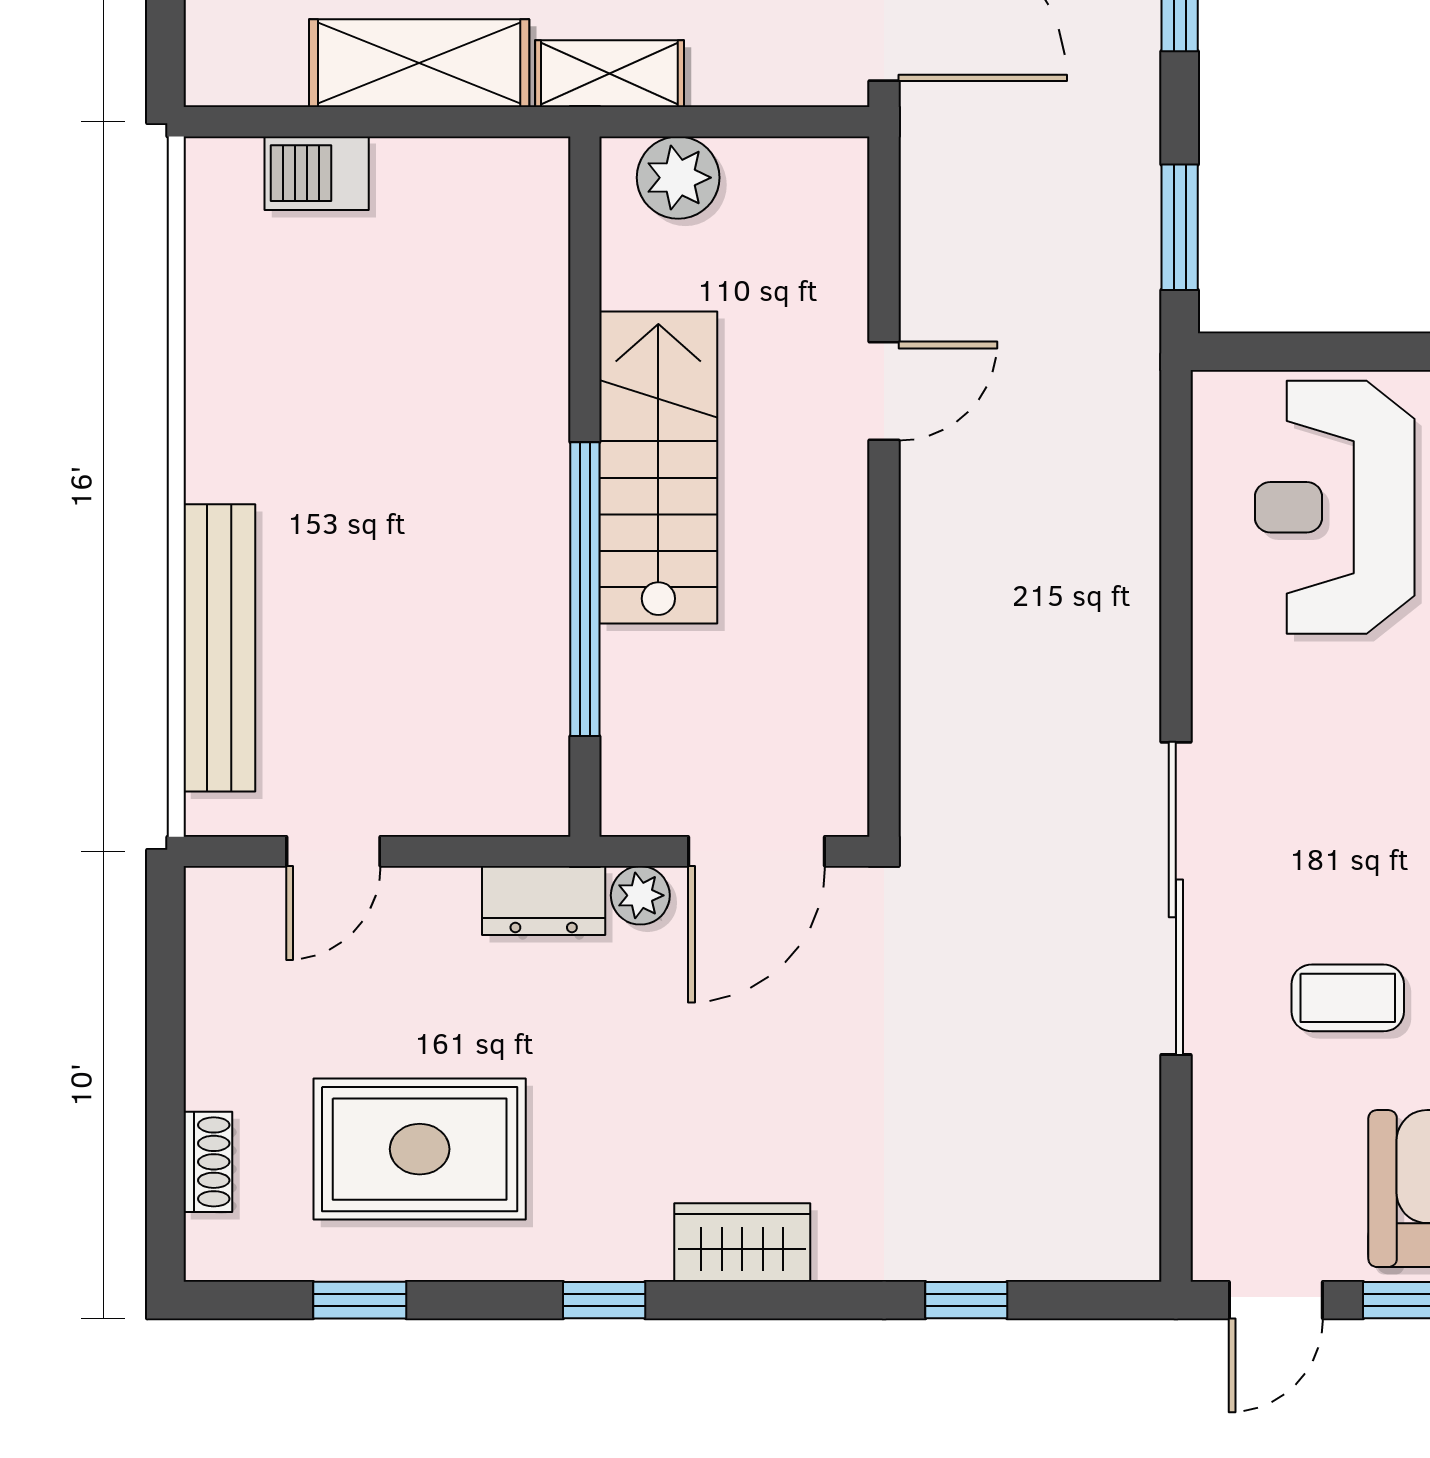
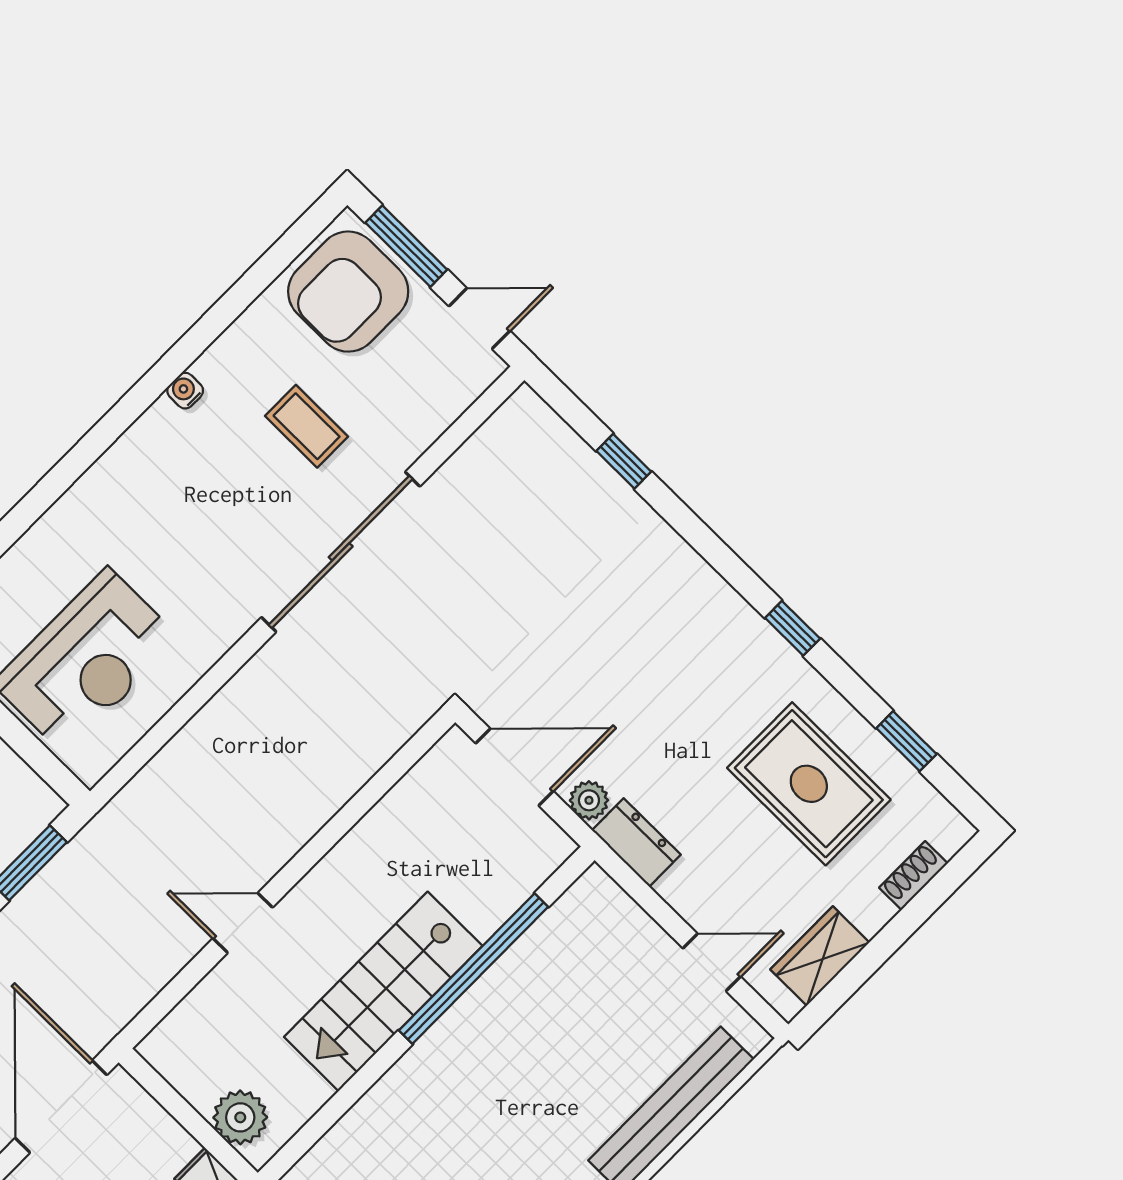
wardrobe: (742, 1243) -> (820, 956), moved, turned 90

